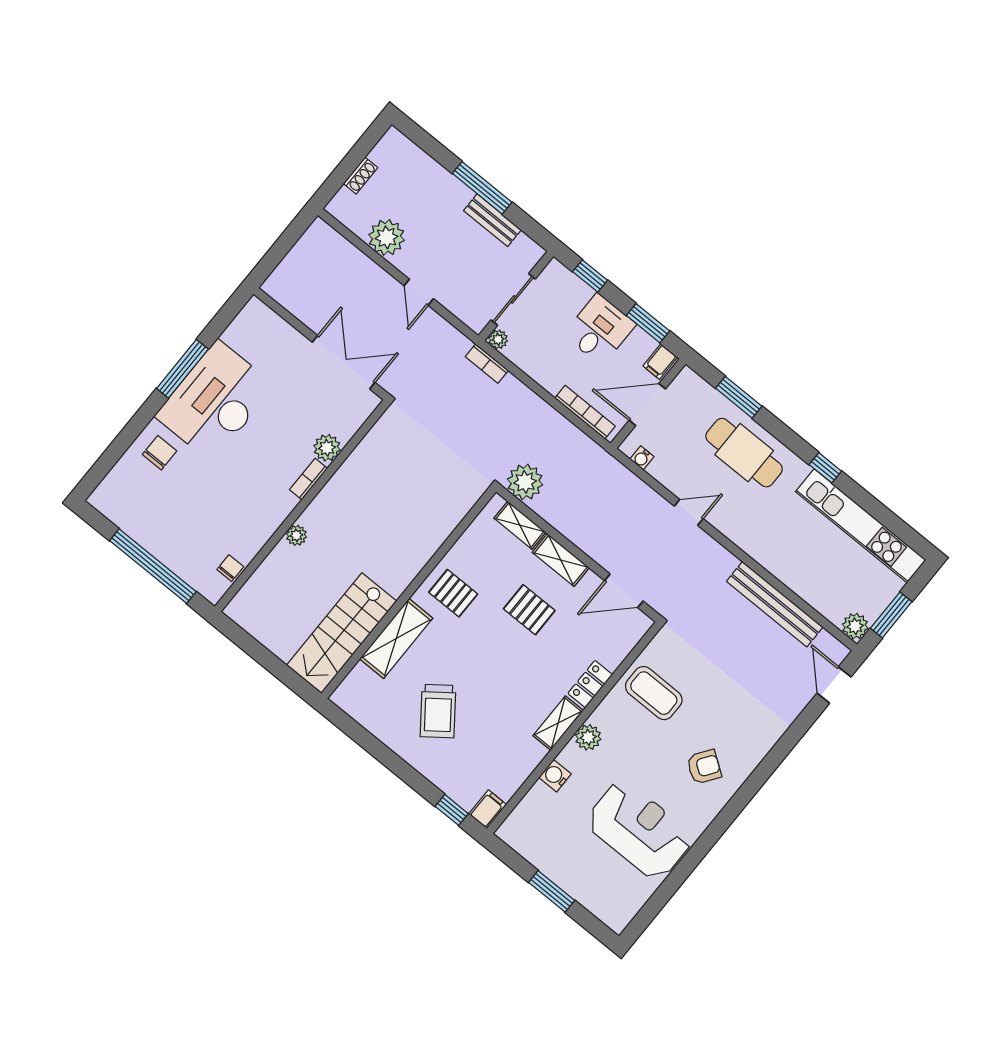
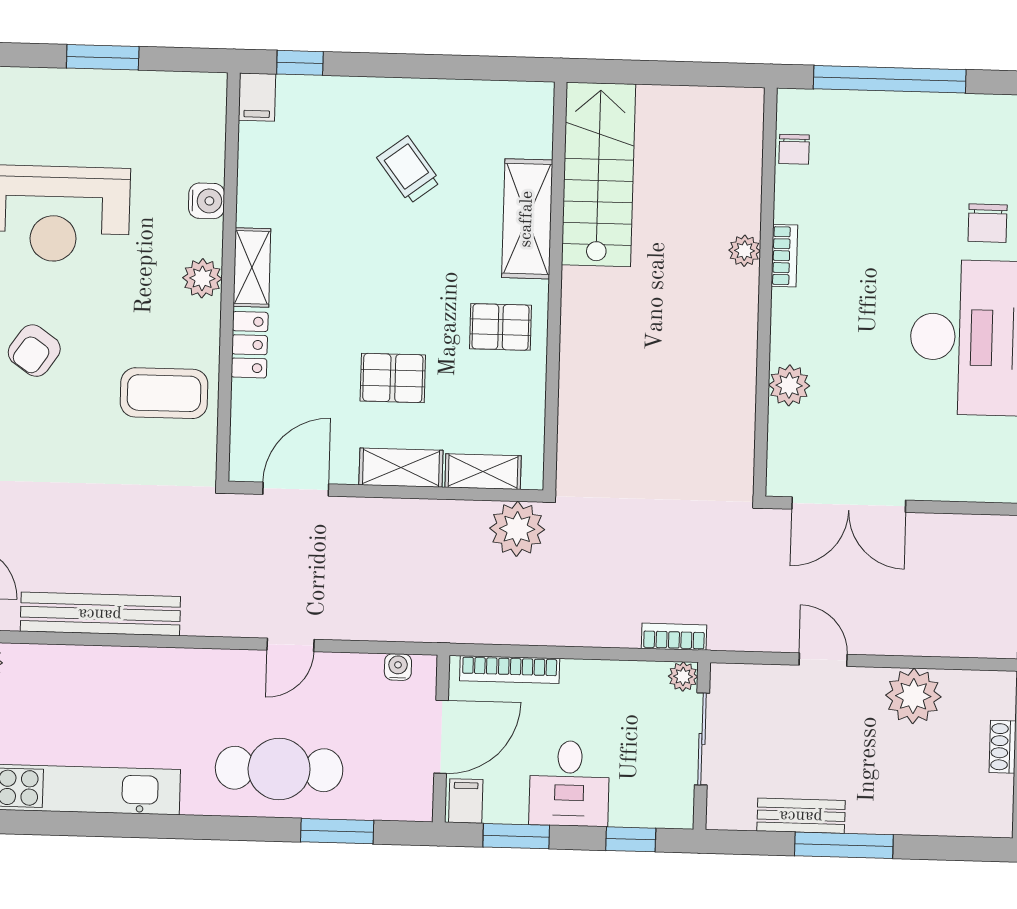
window: (825, 468) -> (166, 826), removed
bookcase: (308, 479) -> (784, 256), moved
trolley: (438, 711) -> (409, 170), width x0.73, depth x0.72

